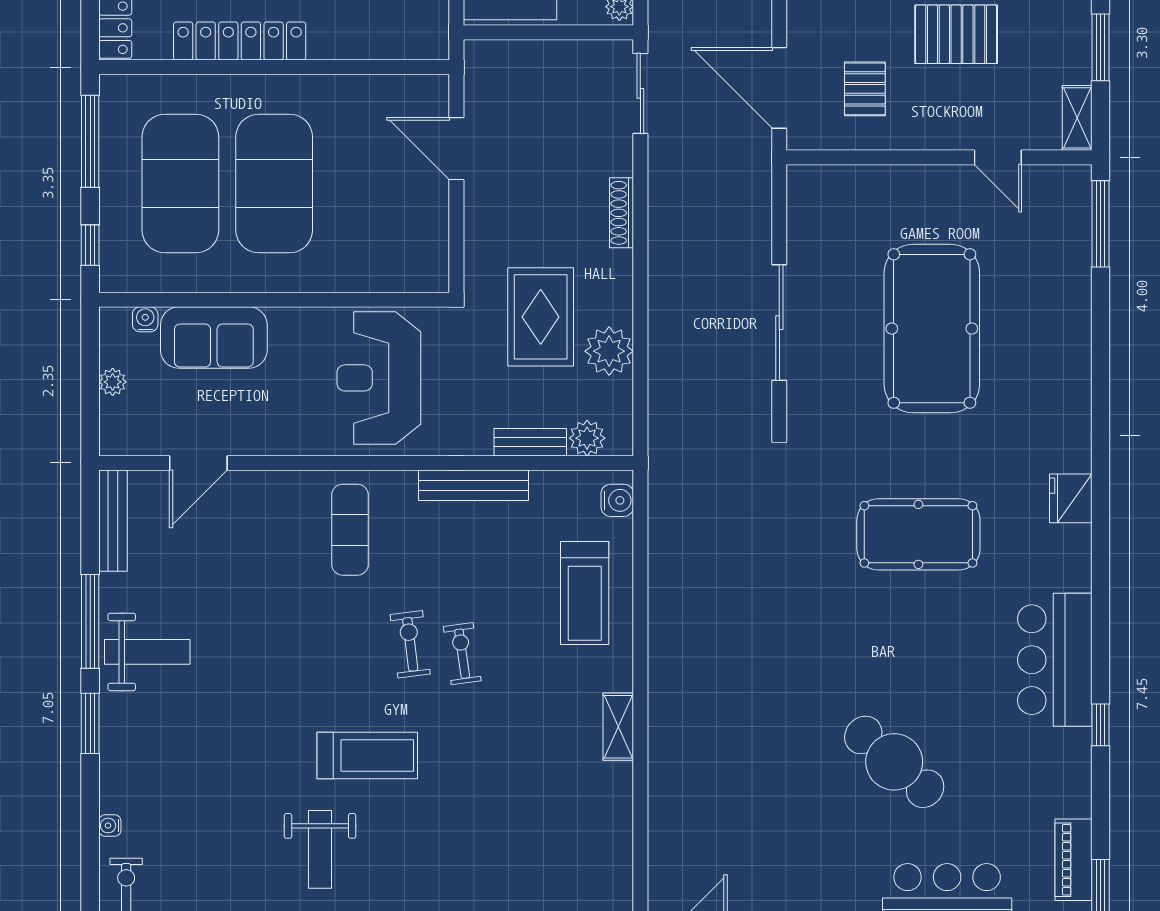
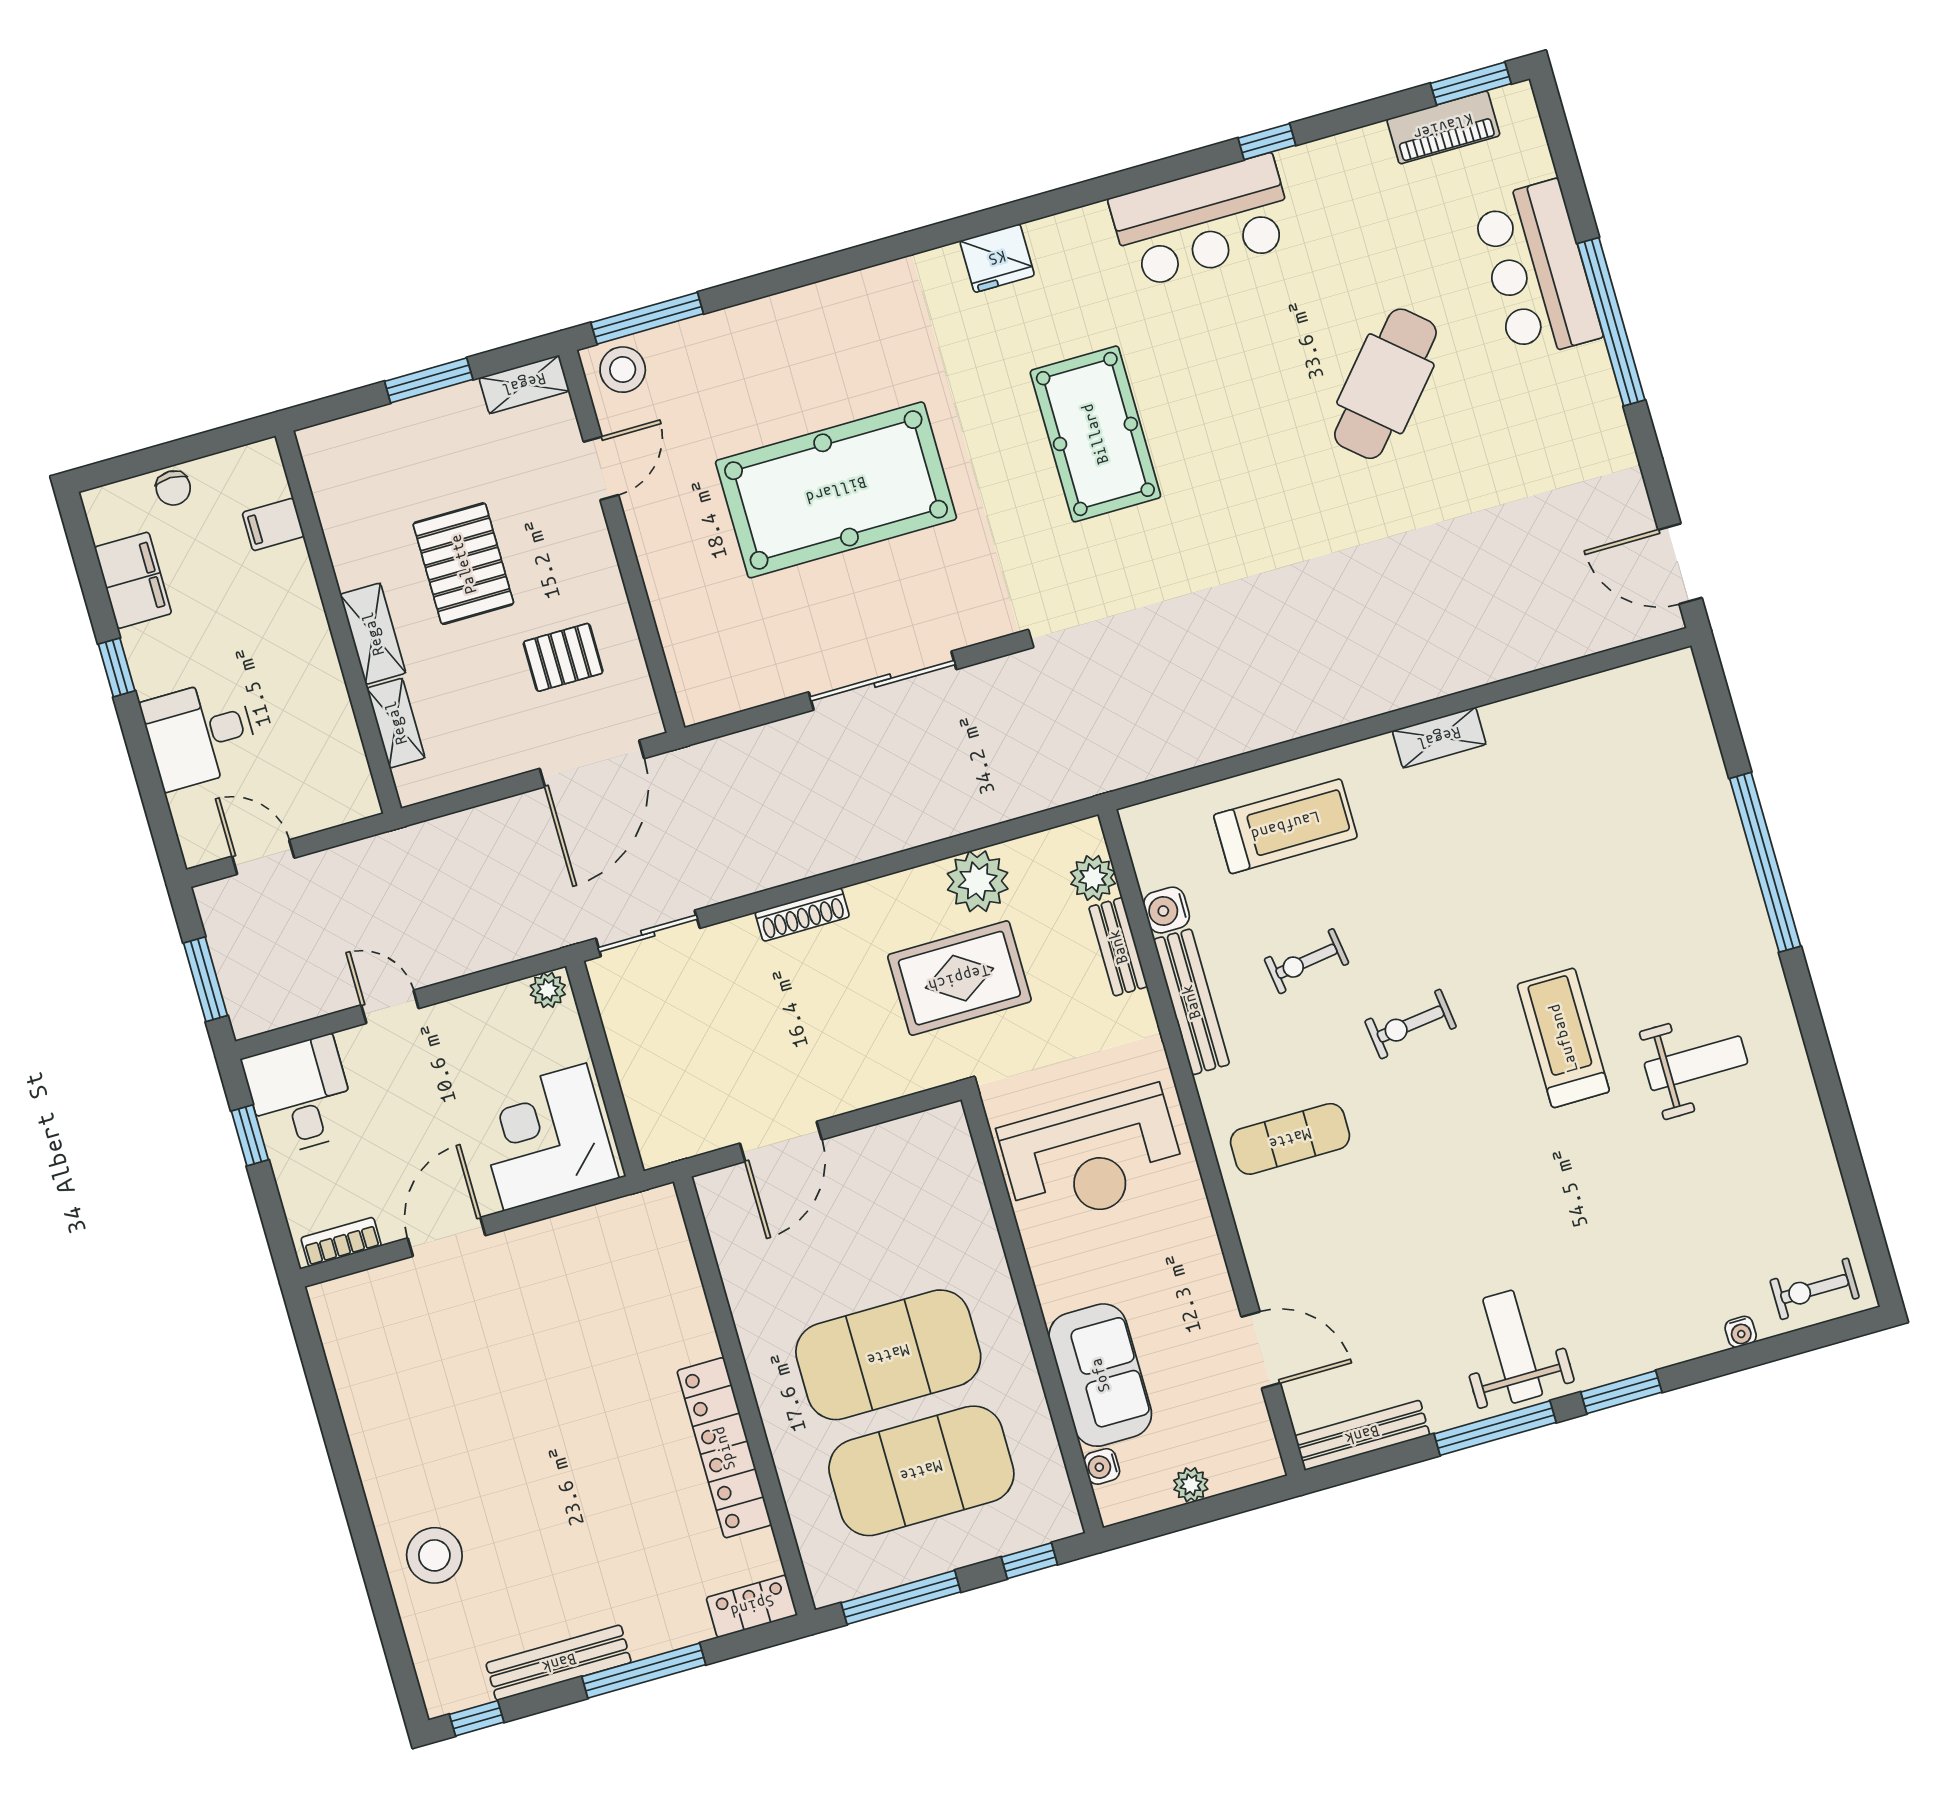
stool: (1067, 195) -> (623, 370), added
water cooler: (617, 500) -> (1166, 910), moved, turned -90
exercise bike: (462, 654) -> (1306, 961), moved

